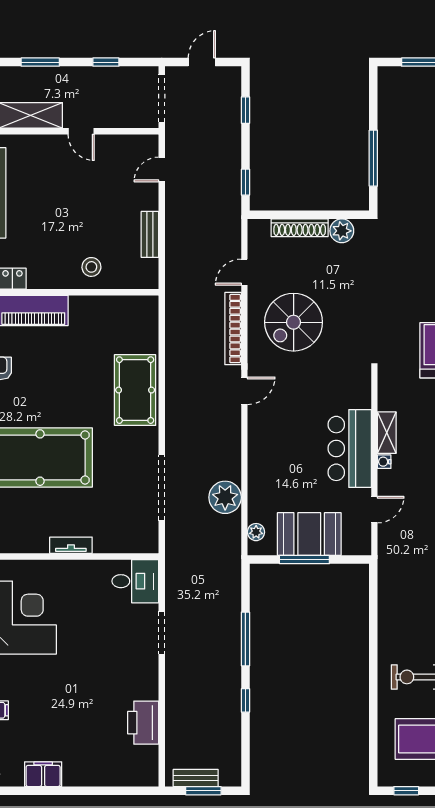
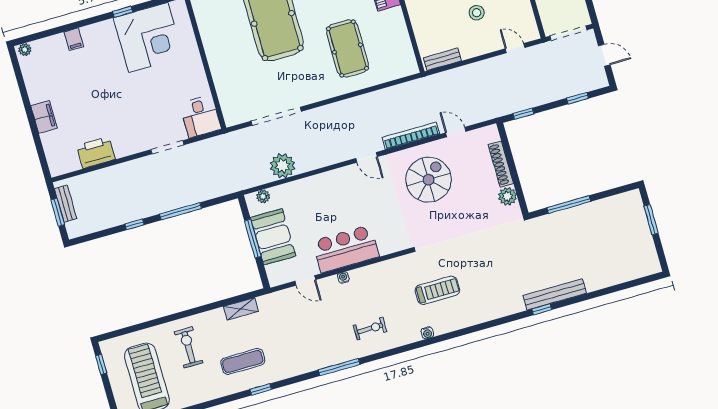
bench: (150, 234) -> (442, 59), moved
stool: (91, 267) -> (477, 13), moved
spiral stairs: (294, 322) -> (429, 180), turned 90
pool table: (135, 390) -> (347, 48), moved, turned 90
shelving: (387, 433) -> (241, 309), moved
tv unit: (71, 545) -> (214, 60), removed
filing cabinet: (43, 774) -> (44, 117), moved

